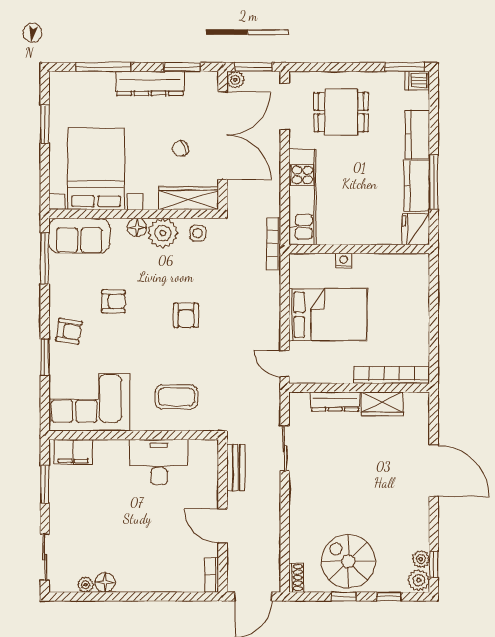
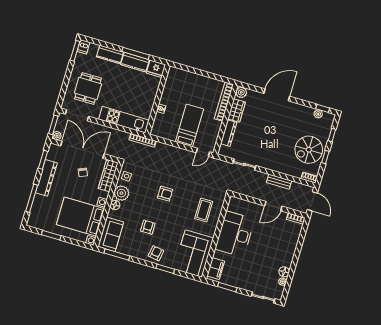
bed: (328, 315) -> (189, 125), width x0.67
desk: (159, 462) -> (235, 234), width x1.36, depth x1.30
bench: (236, 468) -> (279, 182), moved
plant: (419, 580) -> (241, 92), moved

